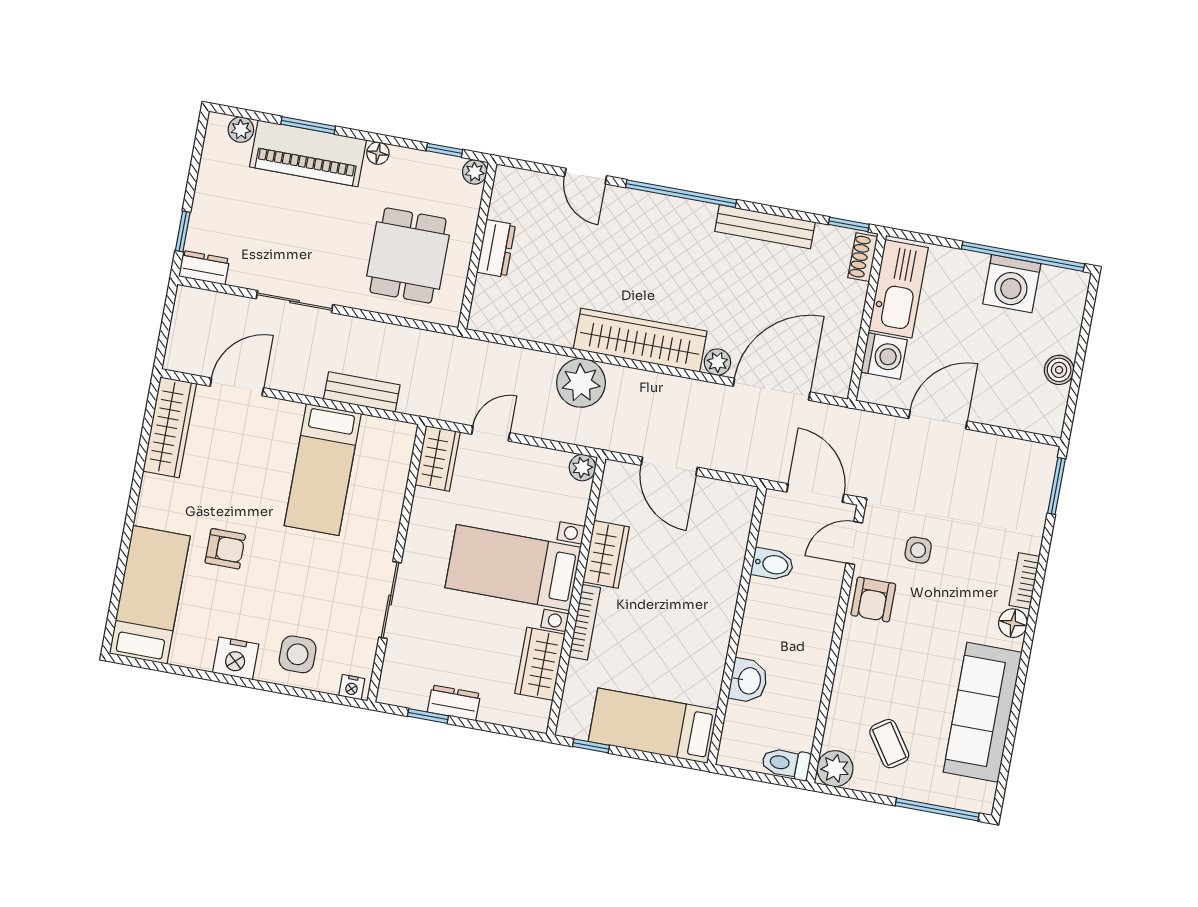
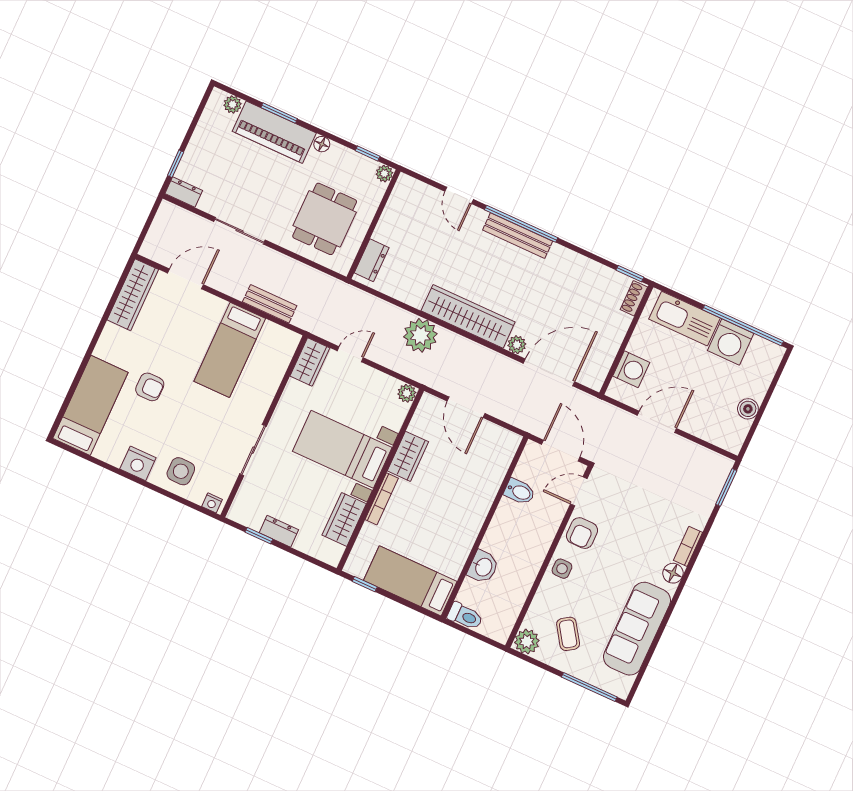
bench: (765, 227) -> (518, 236), moved
dresser: (496, 248) -> (372, 260), moved
kitchen sink: (898, 289) -> (685, 319), moved, turned 90
side table: (918, 550) -> (562, 569), moved
toilet: (786, 763) -> (465, 616), moved, turned 180

